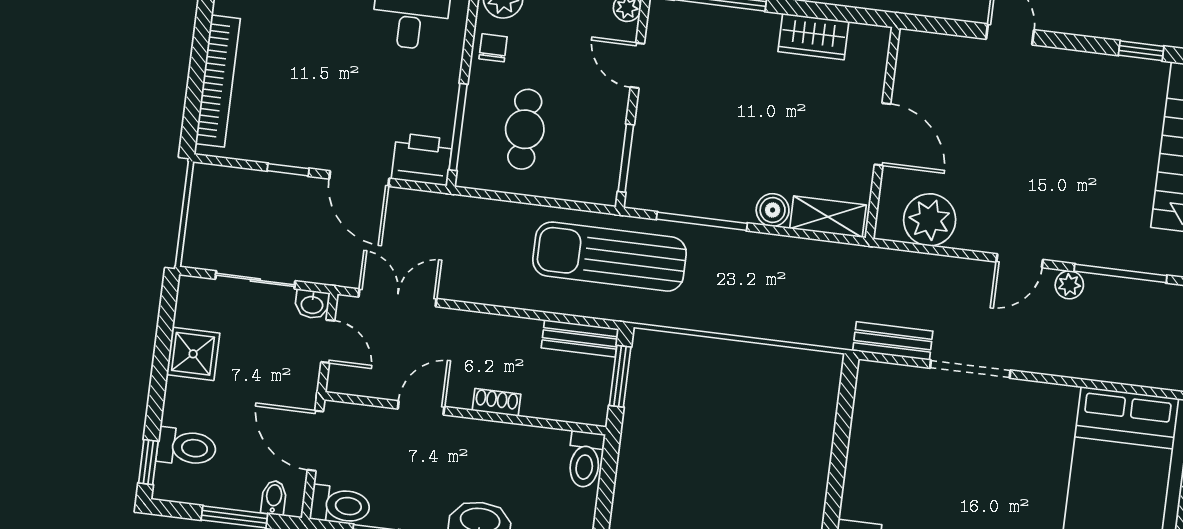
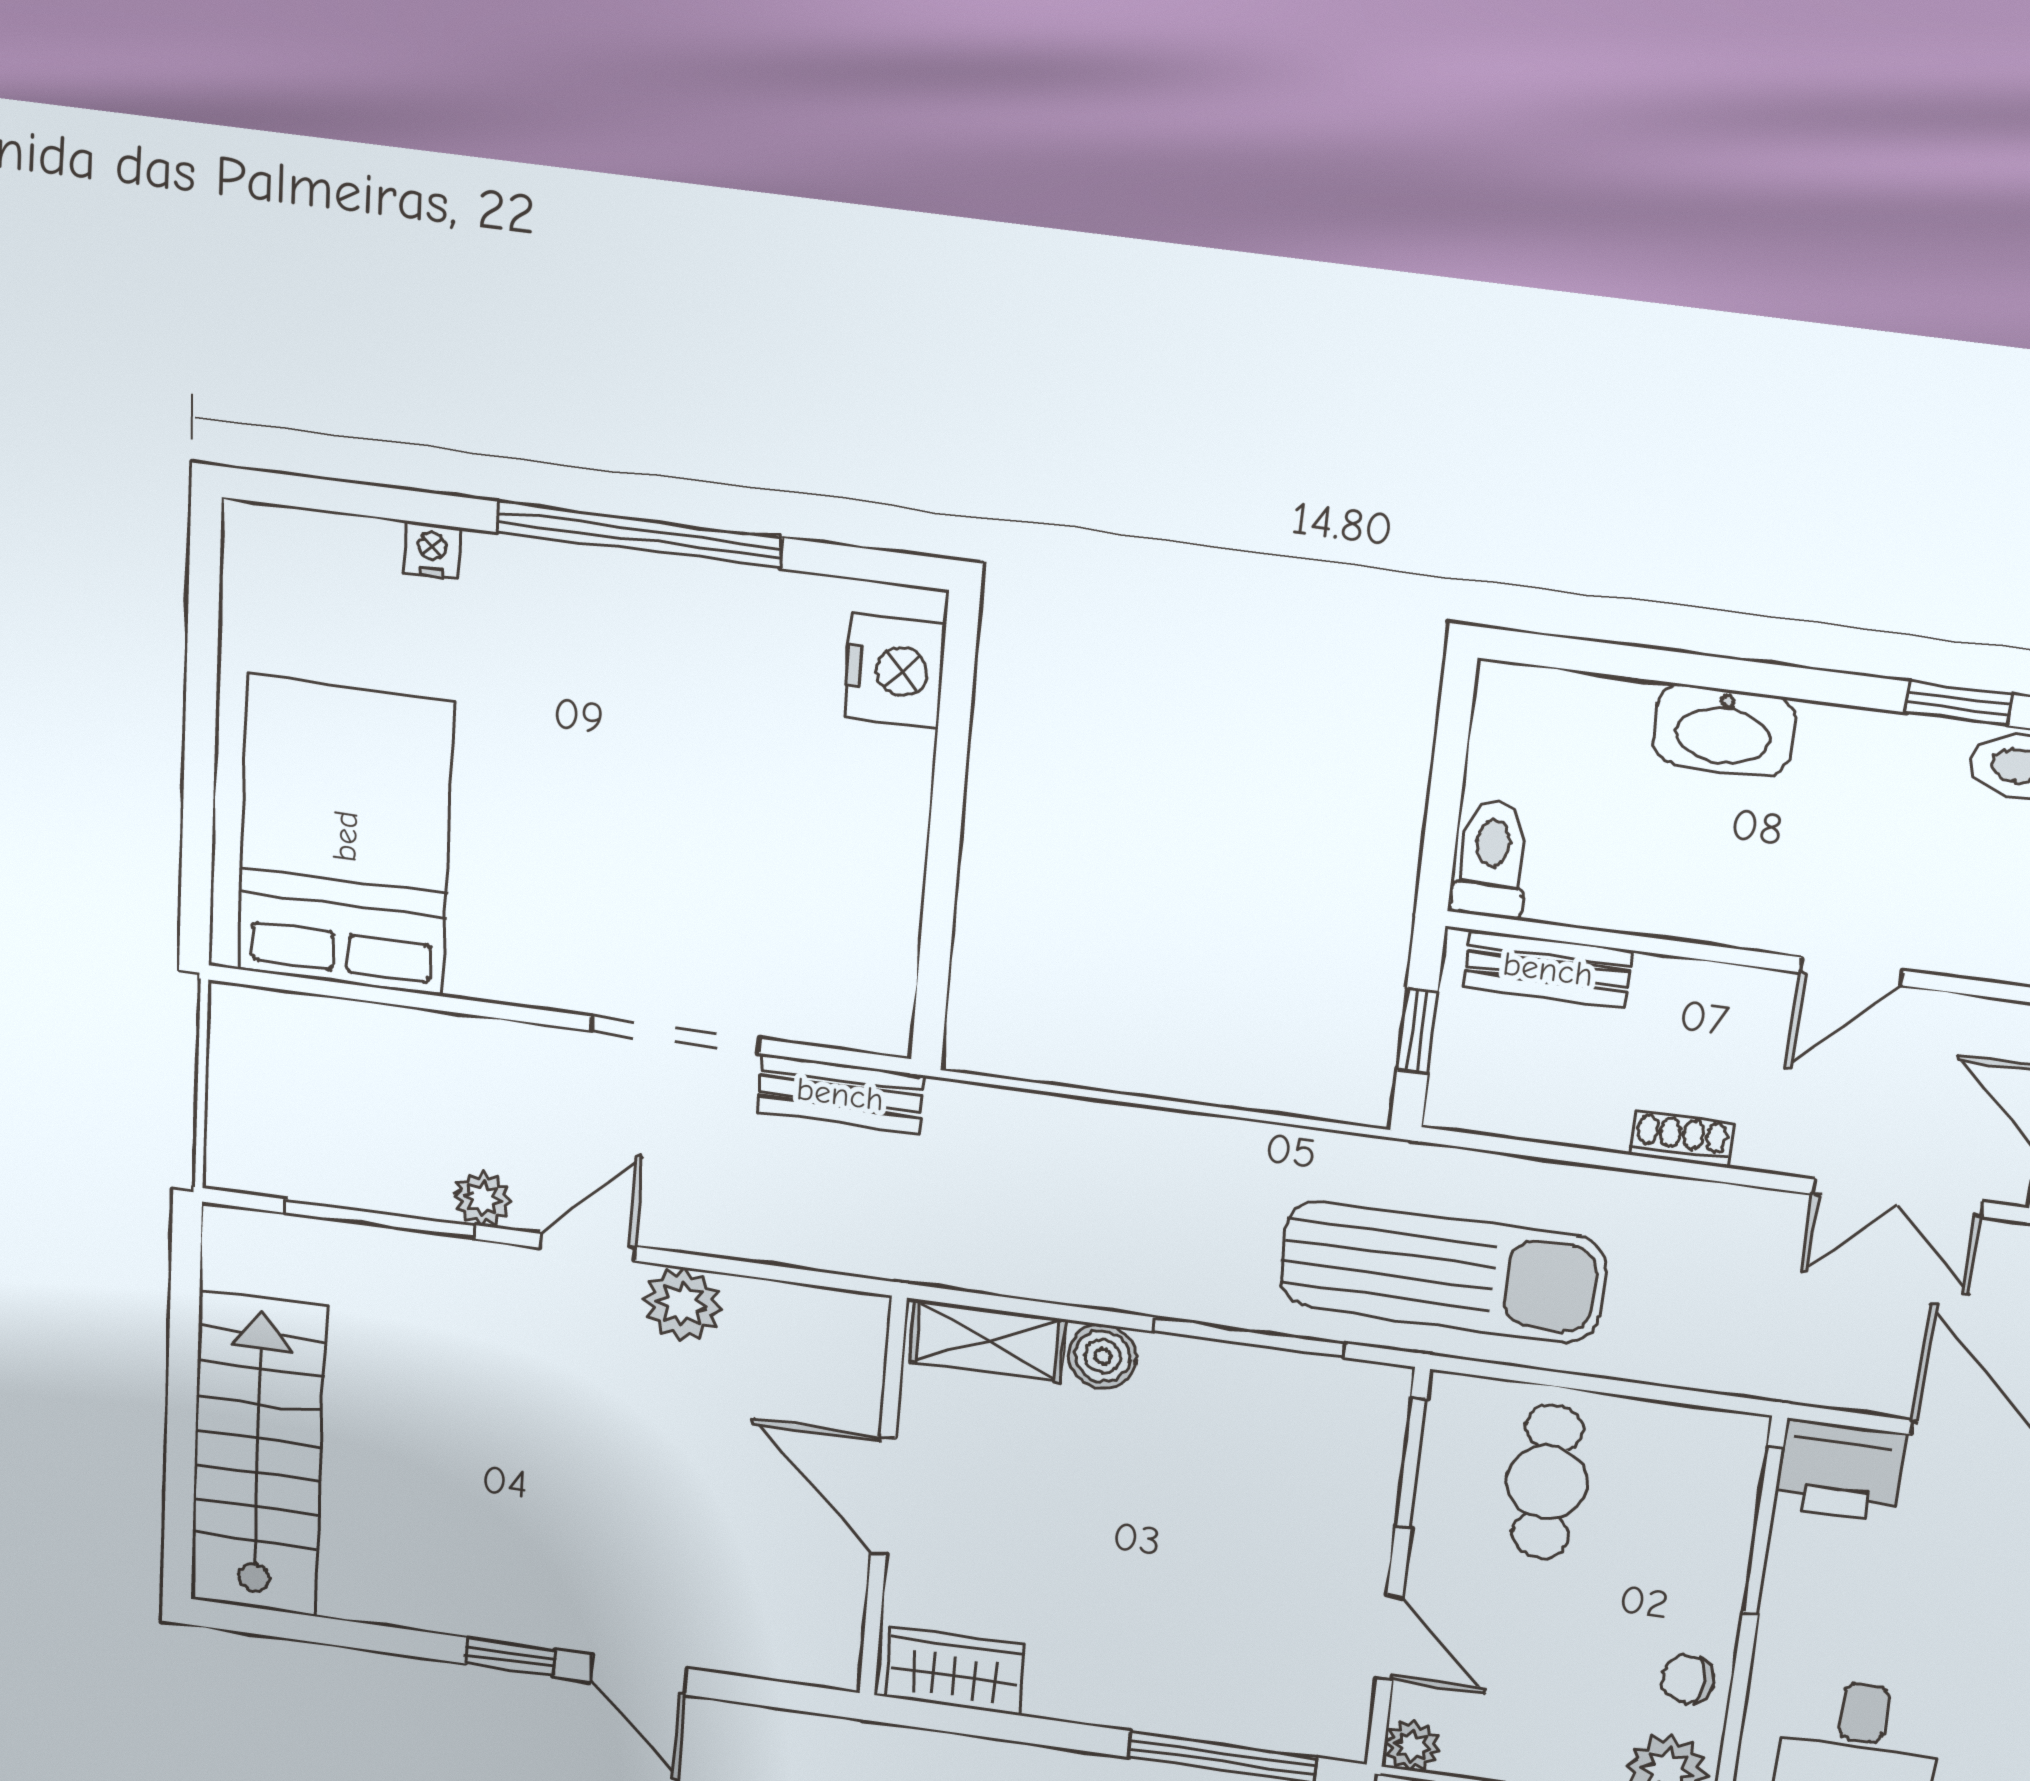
wardrobe: (813, 37) -> (954, 1671), moved
chair: (493, 48) -> (1688, 1679), turned 90
window: (1141, 51) -> (511, 1657), moved
cafe table: (525, 129) -> (1547, 1482), moved
plant: (930, 220) -> (683, 1304), moved, width x0.73, depth x0.73
bench: (580, 338) -> (1548, 969), moved
window: (620, 376) -> (1417, 1031), width x0.67
shoe rack: (496, 402) -> (1681, 1139), moved, turned 180

